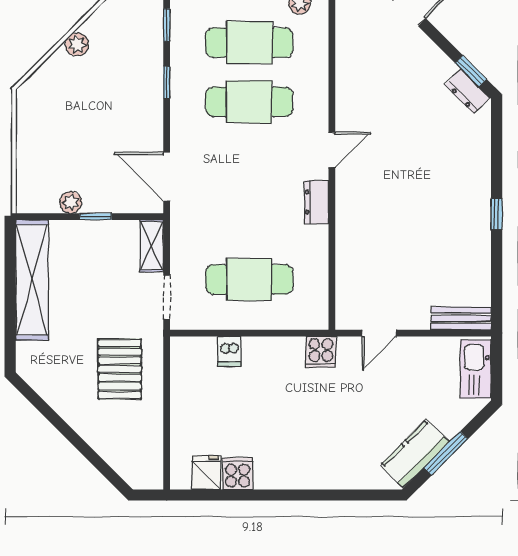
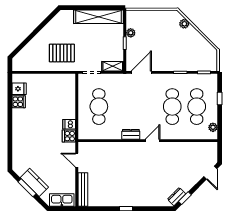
plant: (77, 45) -> (184, 24), moved
door: (332, 150) -> (152, 141), swing flipped
bench: (461, 318) -> (83, 190), width x1.36
dishwasher: (229, 351) -> (69, 124), moved
kitchen counter: (415, 454) -> (34, 182), moved

